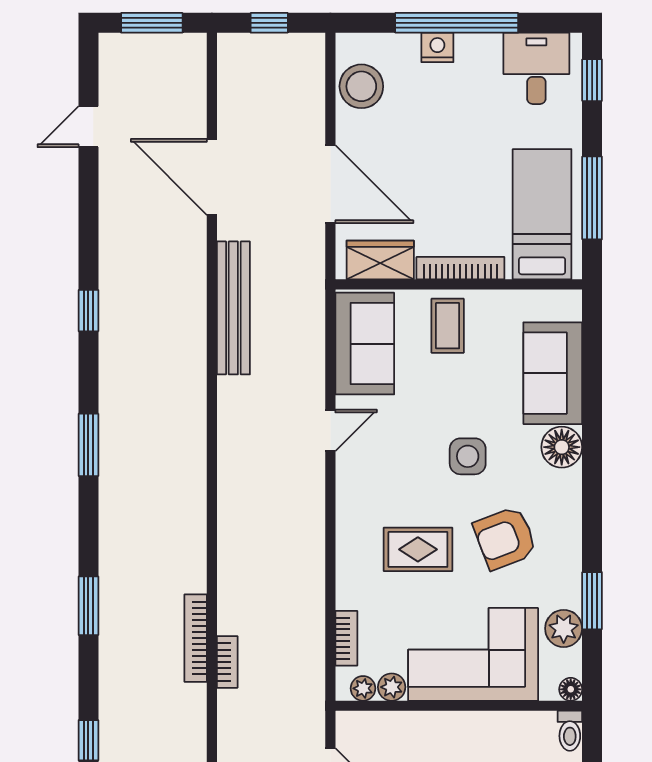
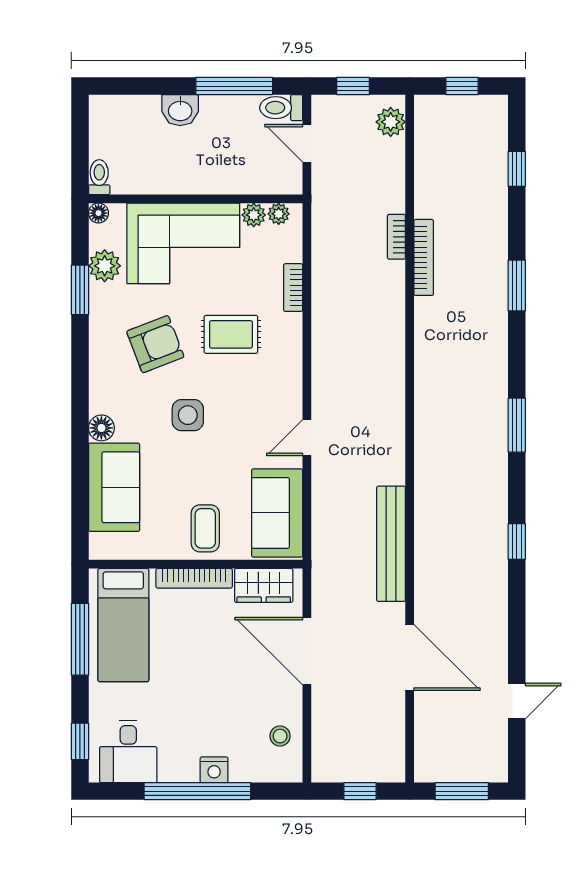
stool: (361, 86) -> (280, 736), width x0.53, depth x0.53
floor lamp: (562, 447) -> (101, 428), width x0.73, depth x0.73
bookcase: (346, 638) -> (293, 288), moved

